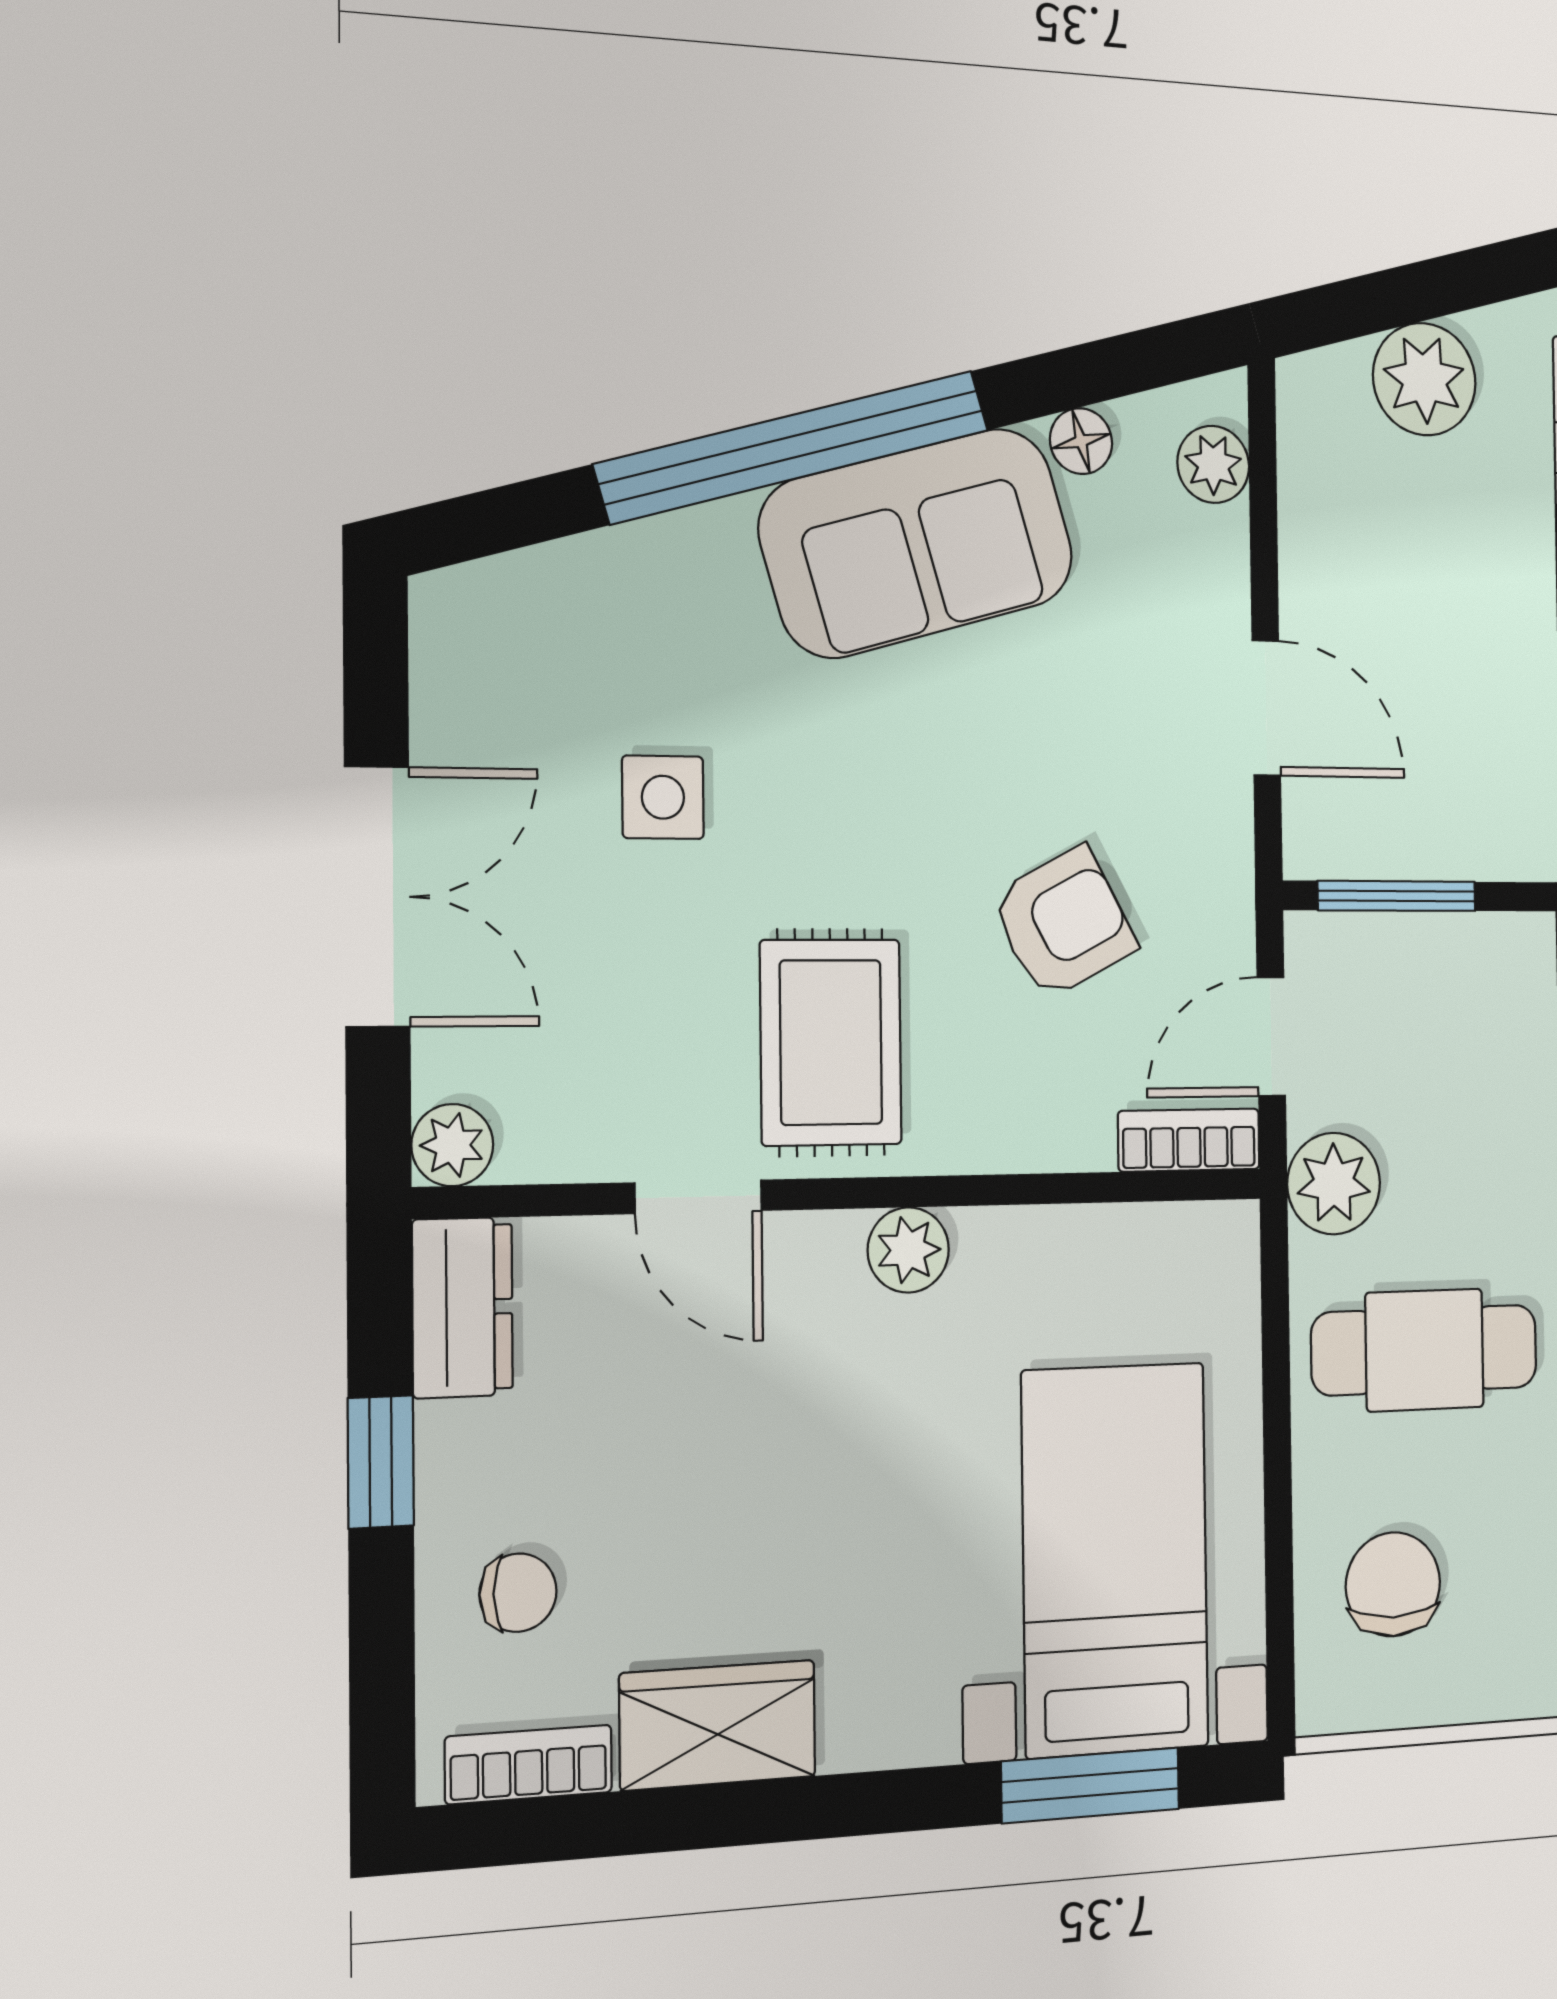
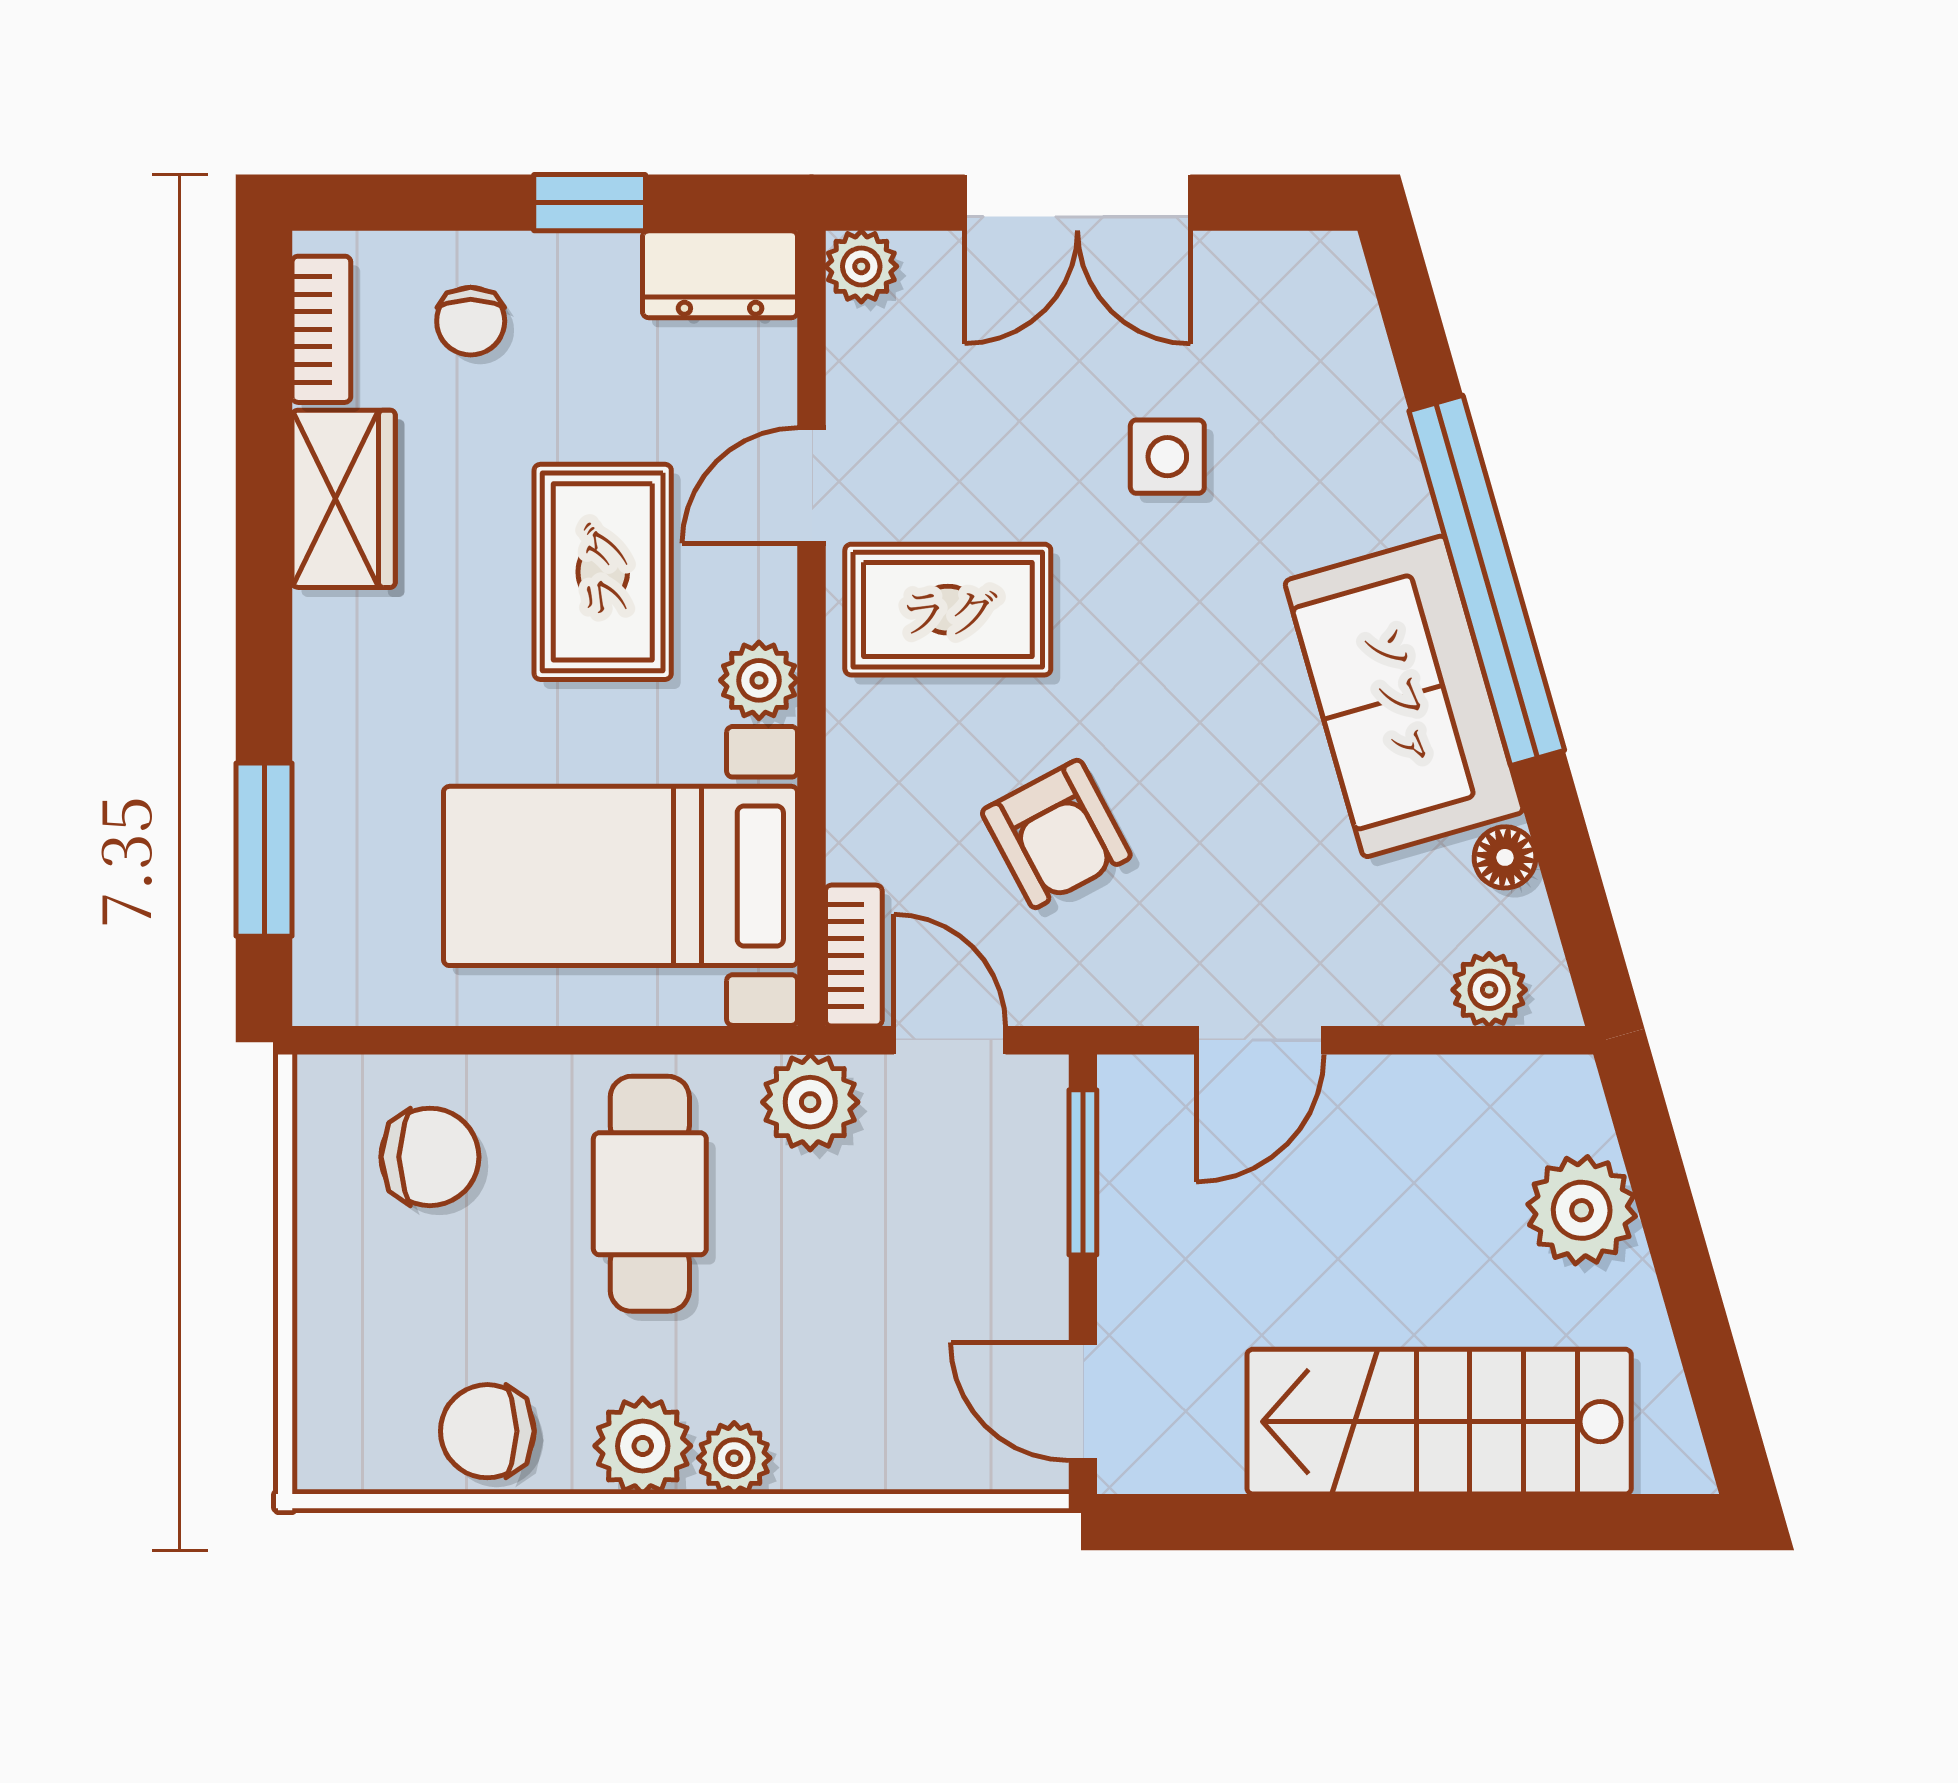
rug: (794, 1428) -> (603, 572), added
bed with nightstands: (1115, 1559) -> (621, 876), moved, turned 180

